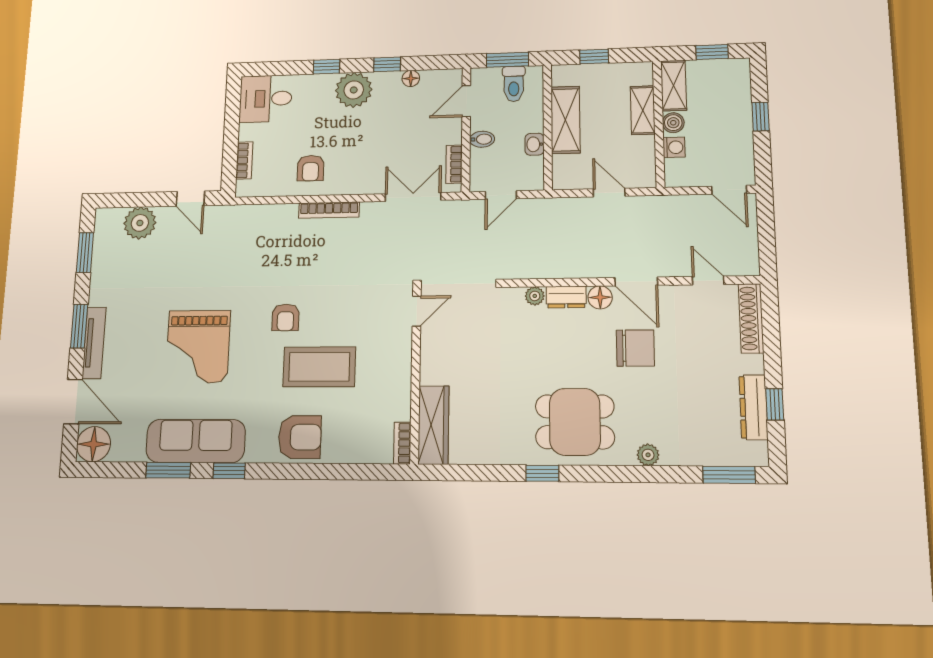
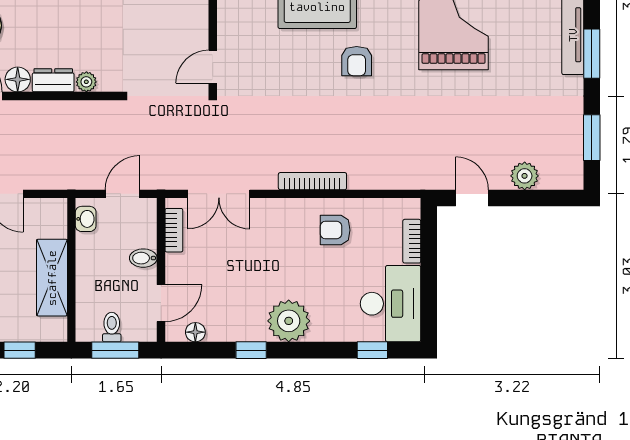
window: (327, 67) -> (372, 350), moved
floor lamp: (411, 78) -> (195, 332), moved
toilet: (514, 84) -> (112, 327), width x0.73, depth x0.72
desk: (266, 99) -> (390, 304), width x1.37
washbasin: (535, 144) -> (86, 219), moved
armchair: (311, 168) -> (335, 230), turned -90
plant: (140, 223) -> (525, 176), width x0.73, depth x0.73
armchair: (285, 317) -> (357, 61), turned 180

